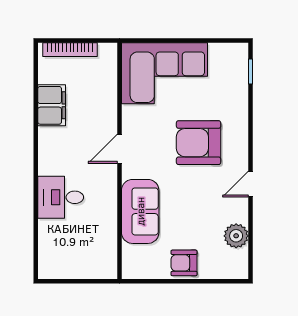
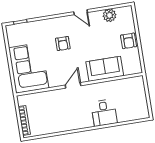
filing cabinet: (52, 105) -> (56, 126), removed
armchair: (199, 143) -> (63, 44), width x0.53, depth x0.53
door: (119, 149) -> (73, 85), swing flipped

